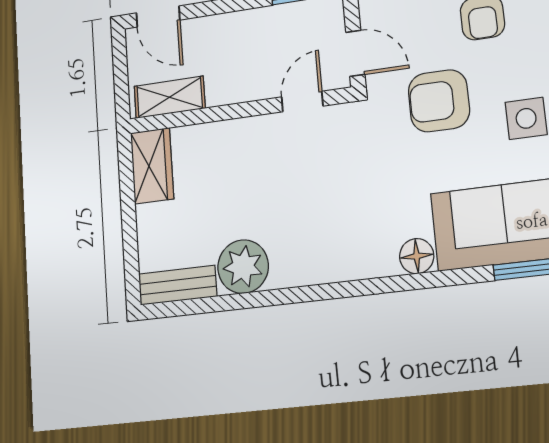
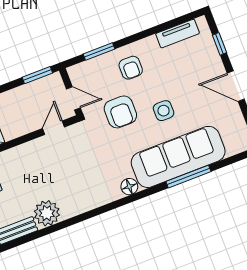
armchair: (439, 101) -> (120, 112), turned -90

